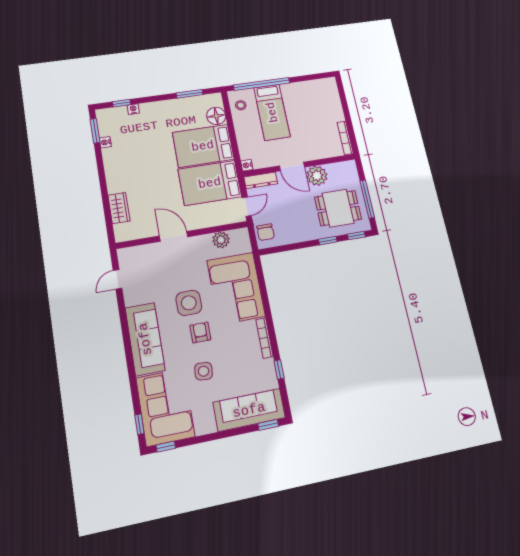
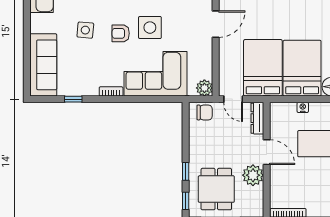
nightstand: (247, 165) -> (303, 107), moved
door: (292, 166) -> (267, 152), swing flipped
chair: (266, 232) -> (205, 112), turned 180
plant: (221, 240) -> (204, 88), moved
armchair: (200, 332) -> (121, 33), turned 180
bookcase: (264, 338) -> (111, 91), width x0.64
window: (268, 425) -> (27, 79), removed

